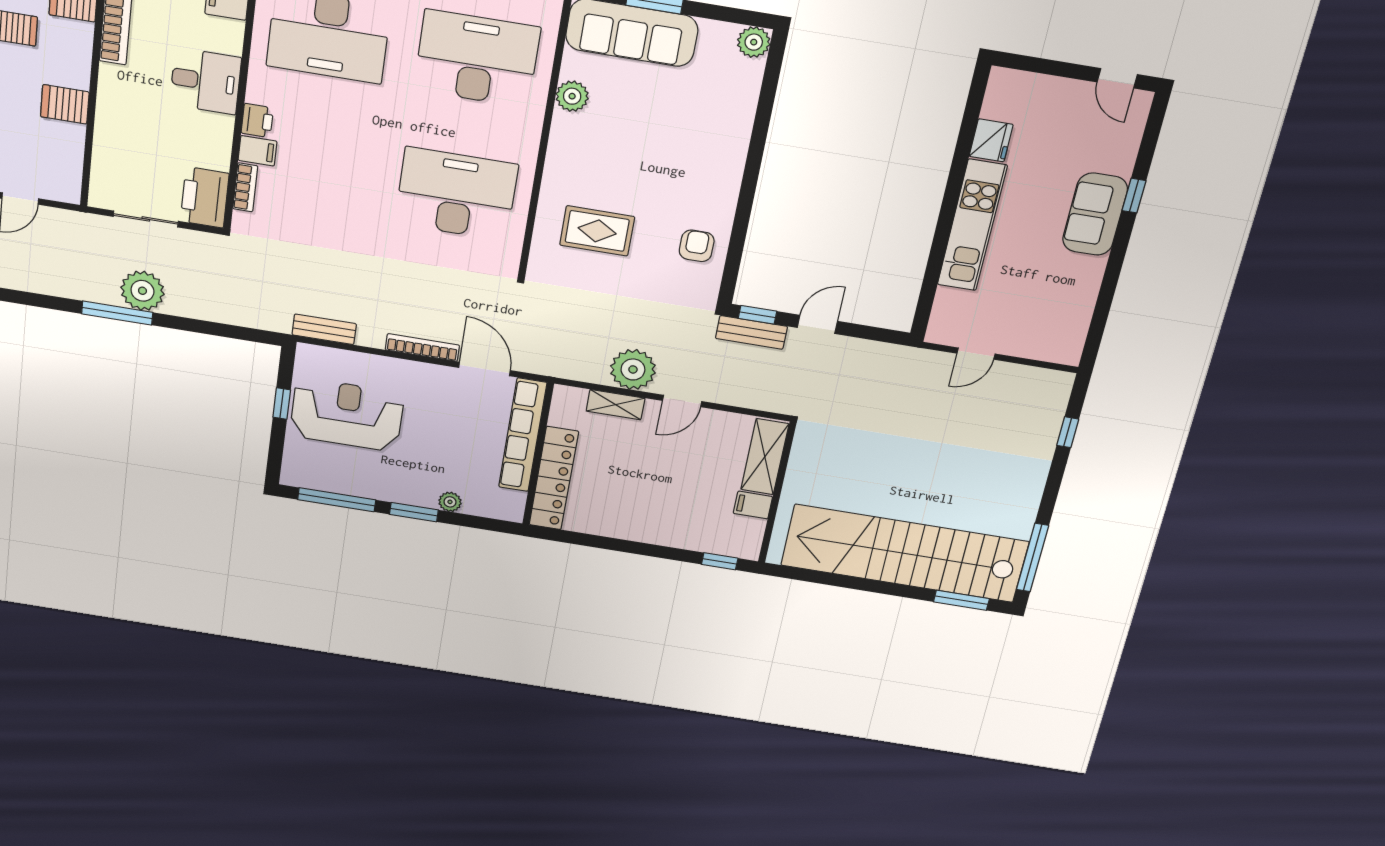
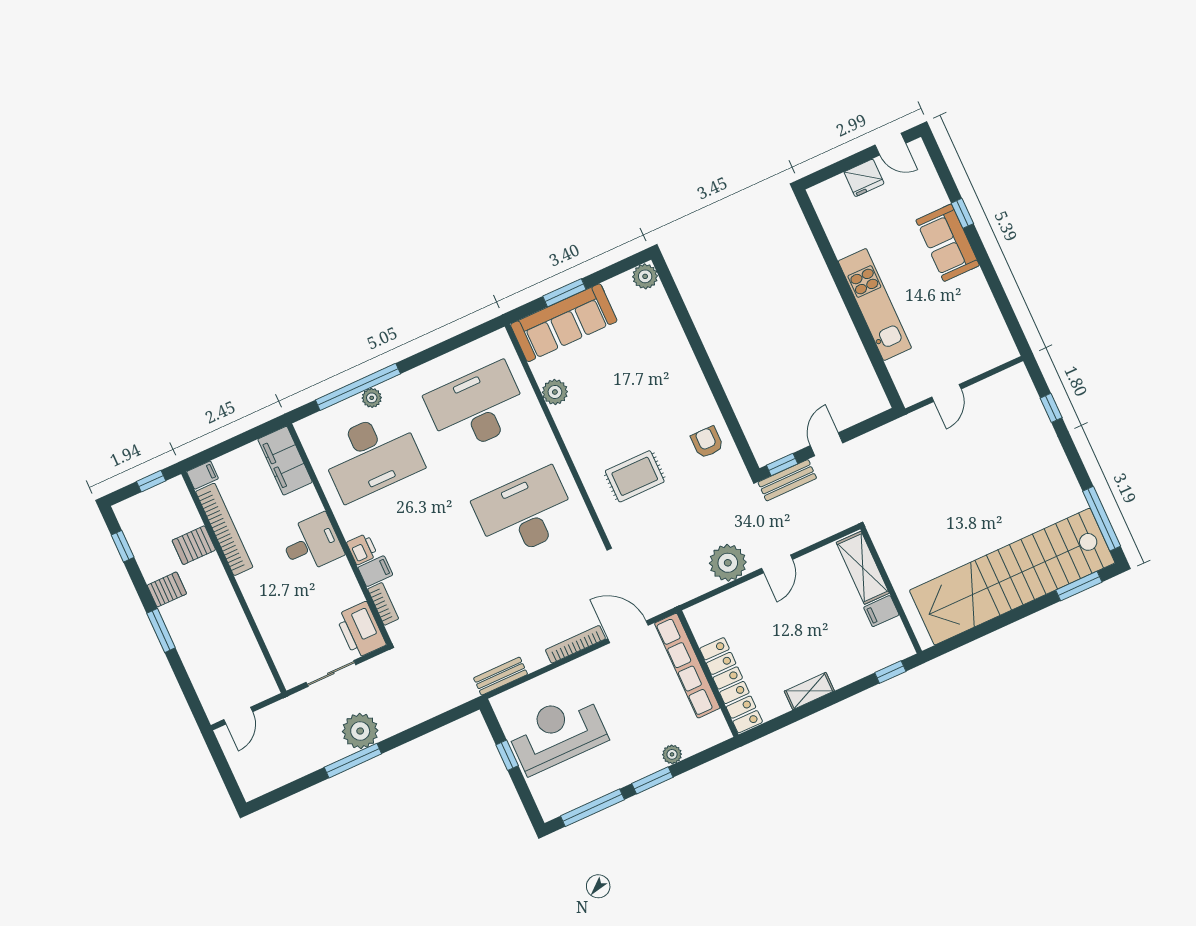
server rack: (65, 104) -> (229, 624), removed
fridge: (991, 140) -> (864, 178), moved, turned 90
shelving: (615, 405) -> (809, 691), moved

